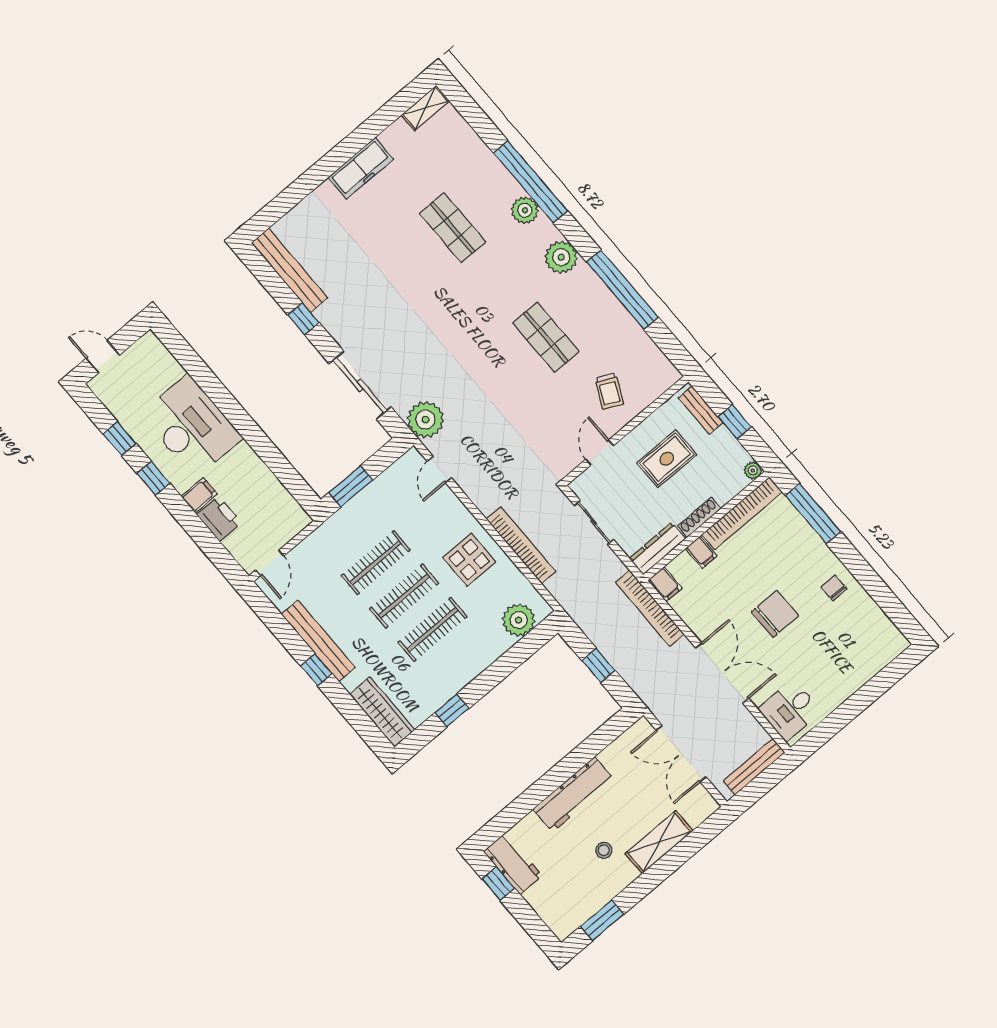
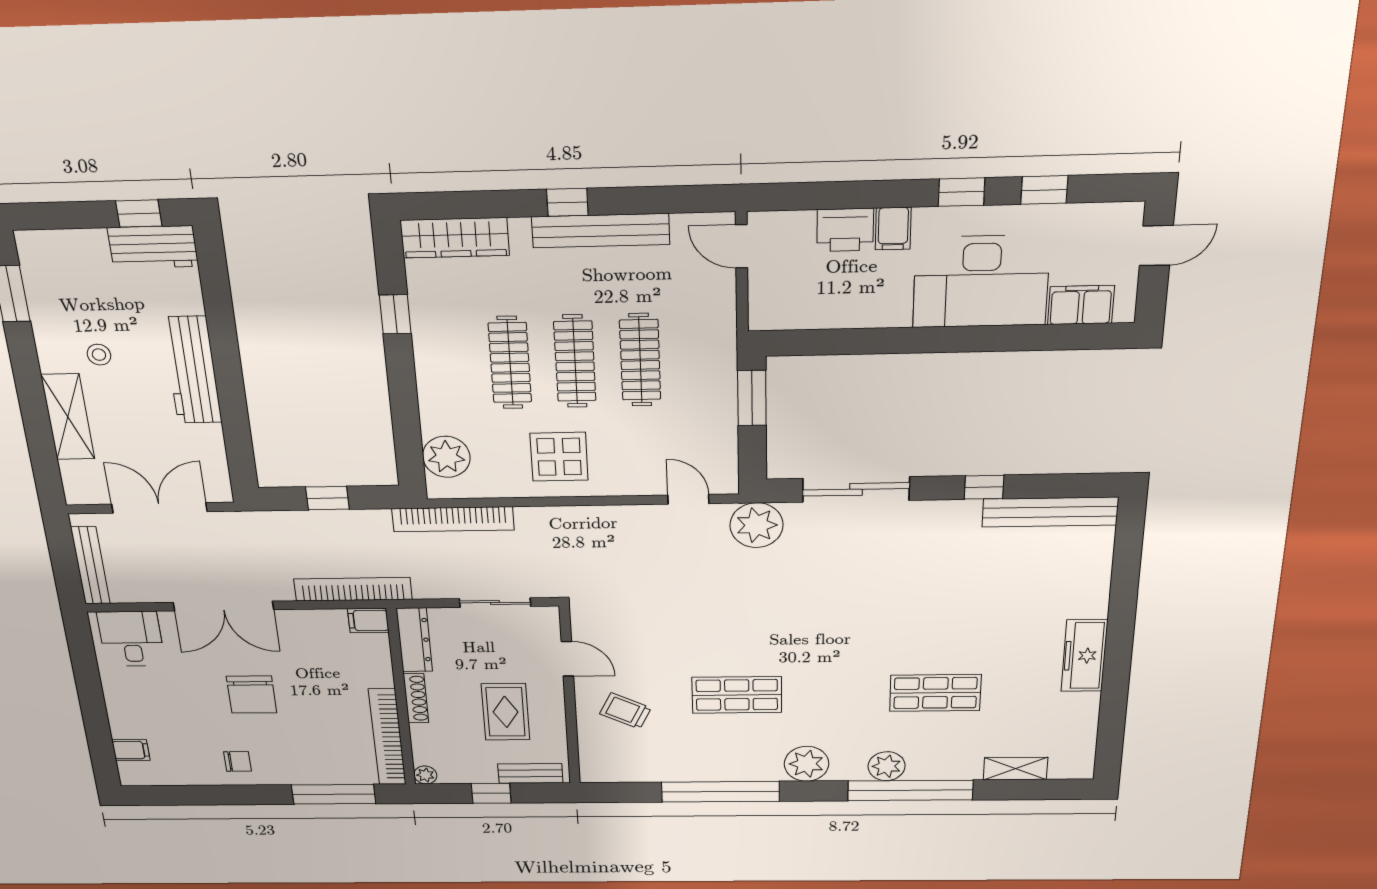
shelving: (425, 108) -> (1016, 769), moved, turned 90
filing cabinet: (163, 364) -> (1081, 305), added
bookcase: (521, 545) -> (453, 519), moved
filing cabinet: (701, 552) -> (131, 750), moved, turned 180

